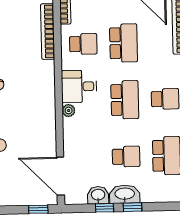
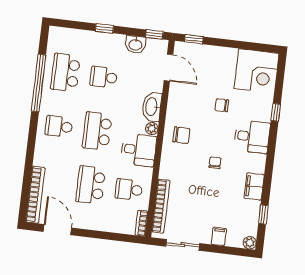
chair: (37, 108) -> (181, 135), added
door: (60, 176) -> (168, 68), width x0.73
washbasin: (125, 194) -> (152, 107), moved, turned 90
window: (104, 208) -> (154, 34), moved

